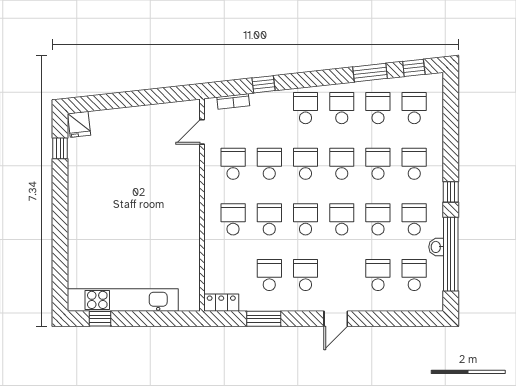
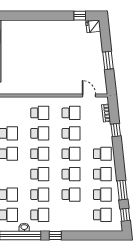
window: (140, 98) -> (108, 60), added
school desk: (414, 164) -> (71, 215), removed

